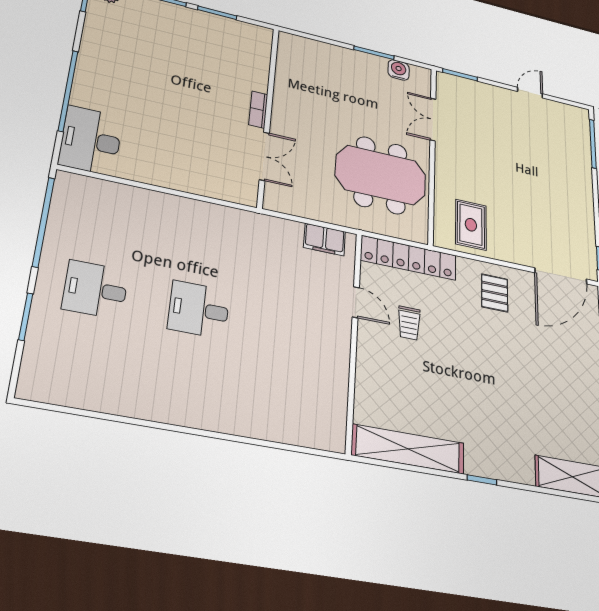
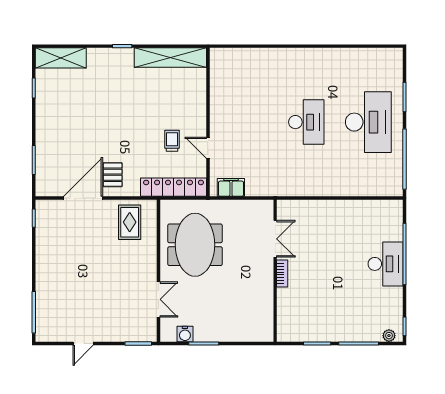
desk: (91, 140) -> (386, 264), moved
double door: (264, 156) -> (275, 239), swing flipped
meeting table: (381, 175) -> (195, 245), turned 90
door: (561, 276) -> (83, 198), moved
desk: (95, 290) -> (368, 122), width x1.87, depth x1.30
desk: (199, 310) -> (306, 122), width x1.37

